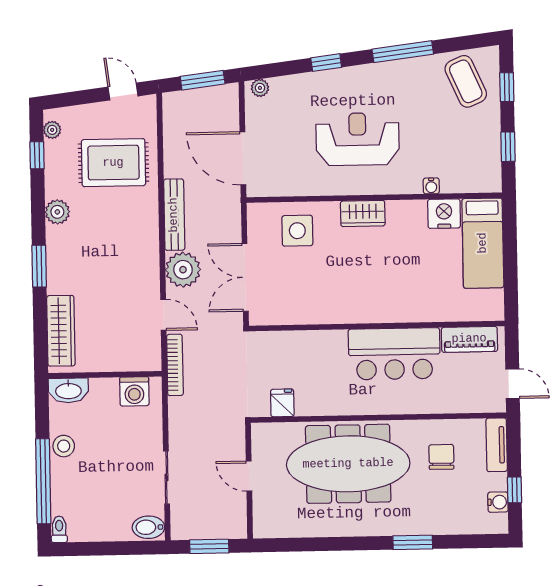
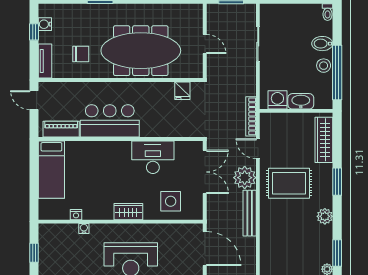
window: (37, 155) -> (337, 253), width x1.50
rug: (113, 163) -> (289, 183), moved
nightstand: (444, 214) -> (76, 215), width x0.53, depth x0.56
bed: (483, 243) -> (51, 170), moved, turned 180
desk: (326, 299) -> (153, 157), added
washbasin: (68, 390) -> (301, 101), moved
chair: (441, 457) -> (81, 54), turned -90
window: (43, 481) -> (337, 72), moved
bidet: (148, 527) -> (322, 44), moved, turned 180

